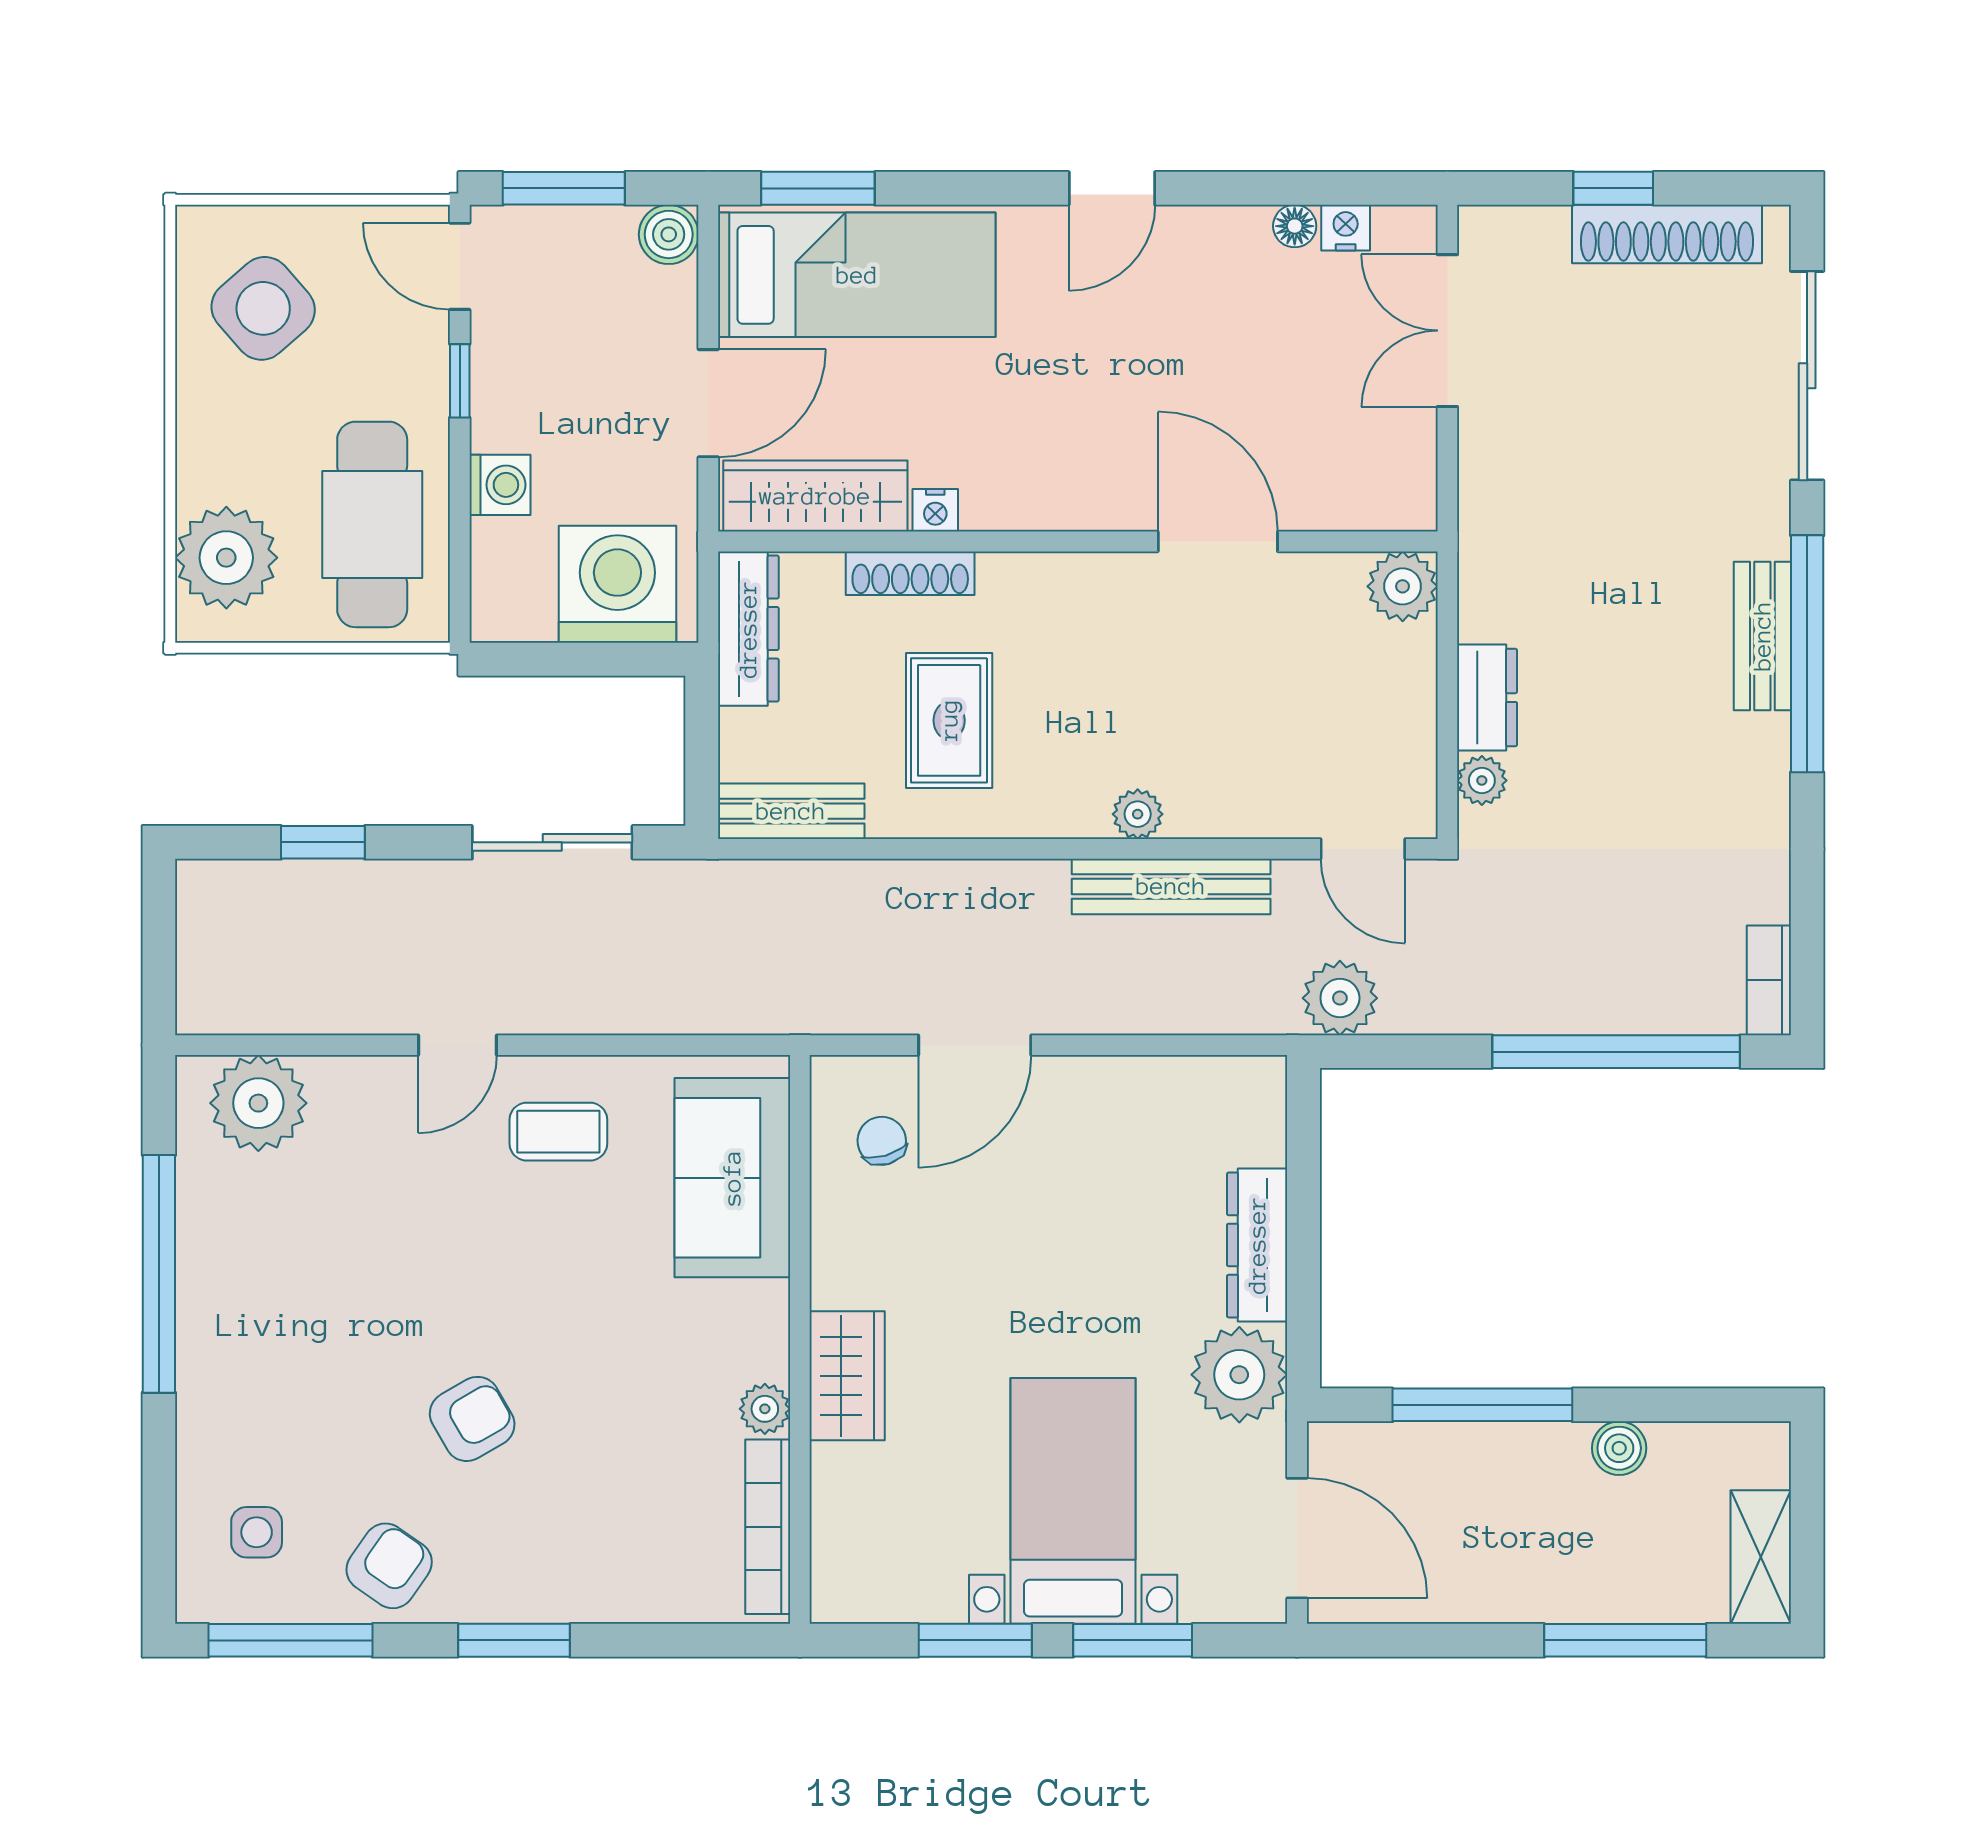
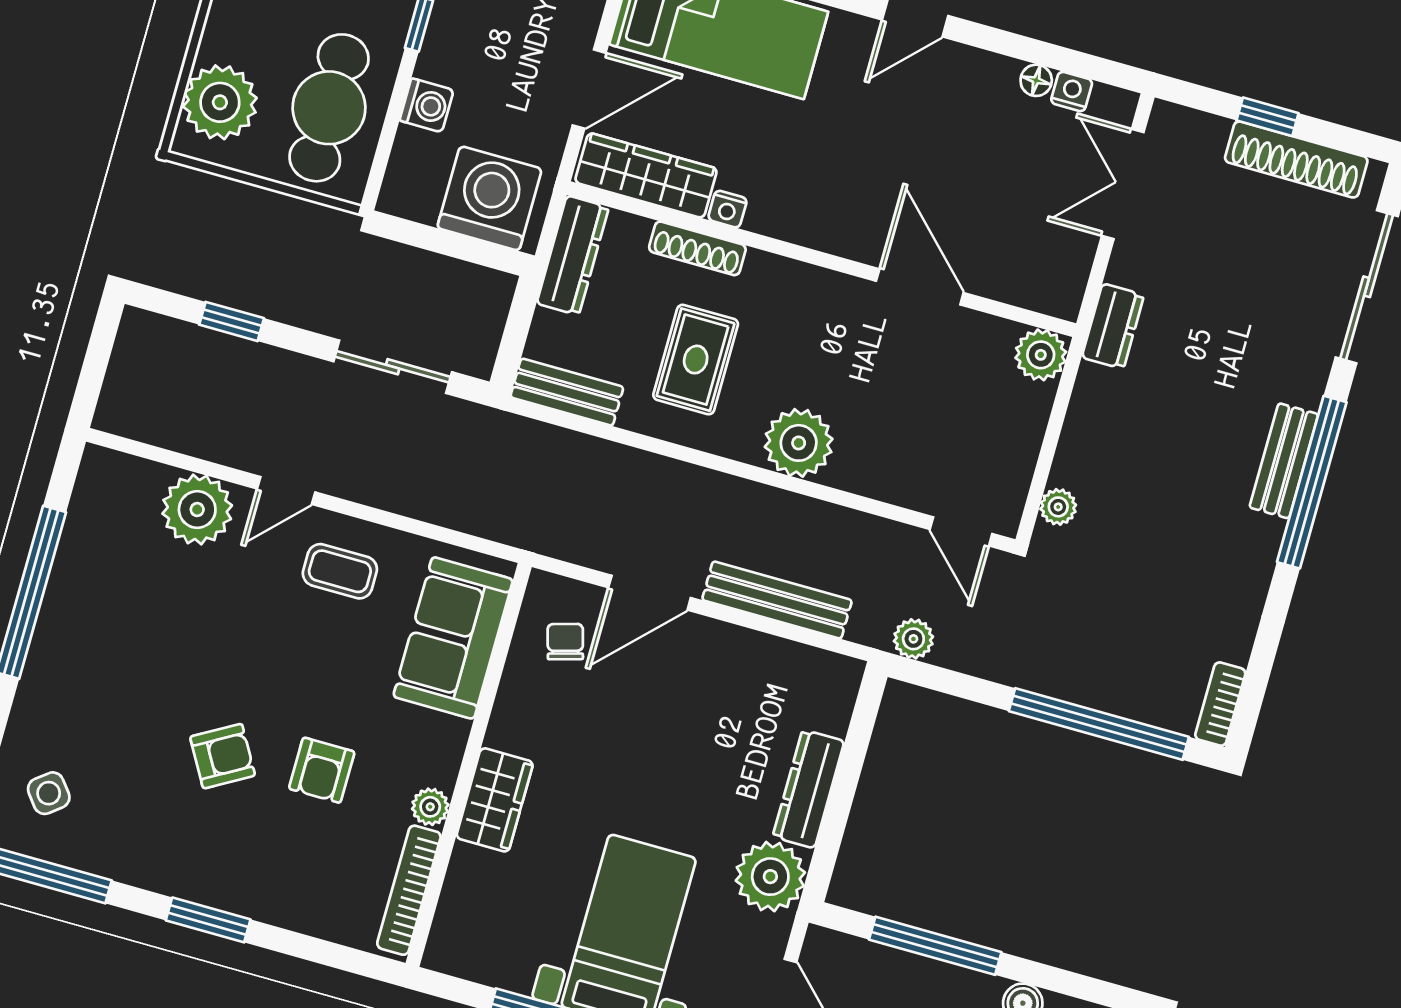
dresser: (1487, 698) -> (1113, 326), moved
plant: (1138, 814) -> (799, 443), width x1.88, depth x1.88
bench: (1171, 886) -> (777, 600), moved
plant: (1340, 998) -> (913, 639), width x0.73, depth x0.73
plant: (258, 1103) -> (197, 510), moved
side table: (257, 1532) -> (49, 793), turned -38
armchair: (389, 1566) -> (322, 770), moved, turned 145

